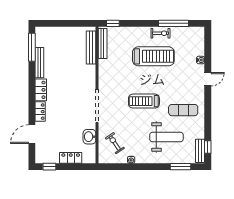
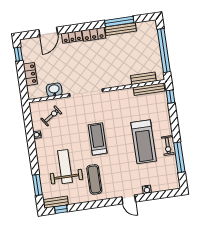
window: (67, 23) -> (164, 50), added
window: (32, 47) -> (119, 22), moved
bench: (91, 47) -> (143, 78), width x0.73
door: (32, 134) -> (48, 32), swing flipped
weight bench: (166, 137) -> (65, 167), turned 180

